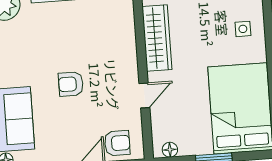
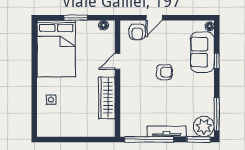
armchair: (117, 143) -> (137, 32), turned -90

